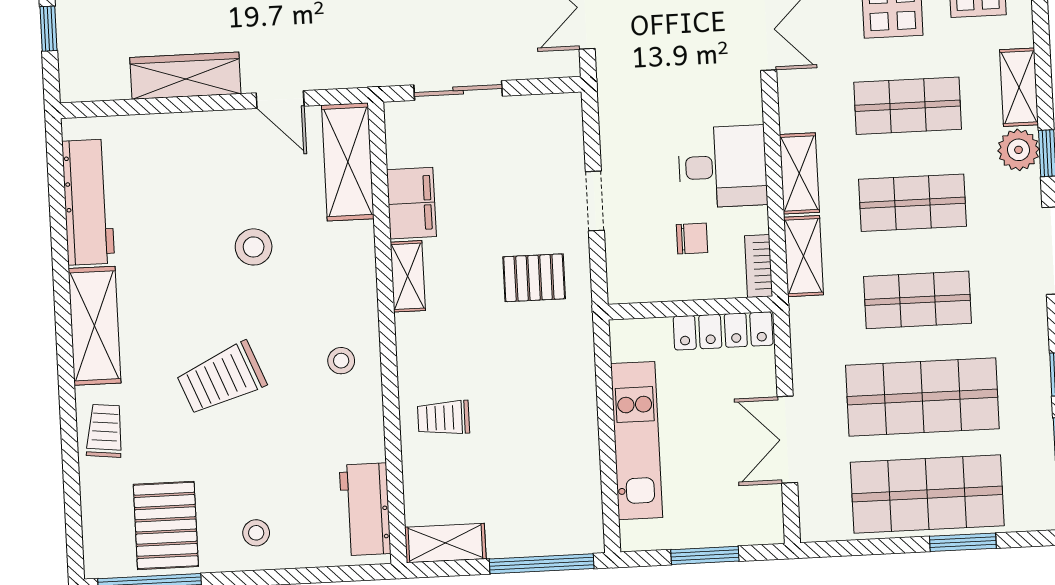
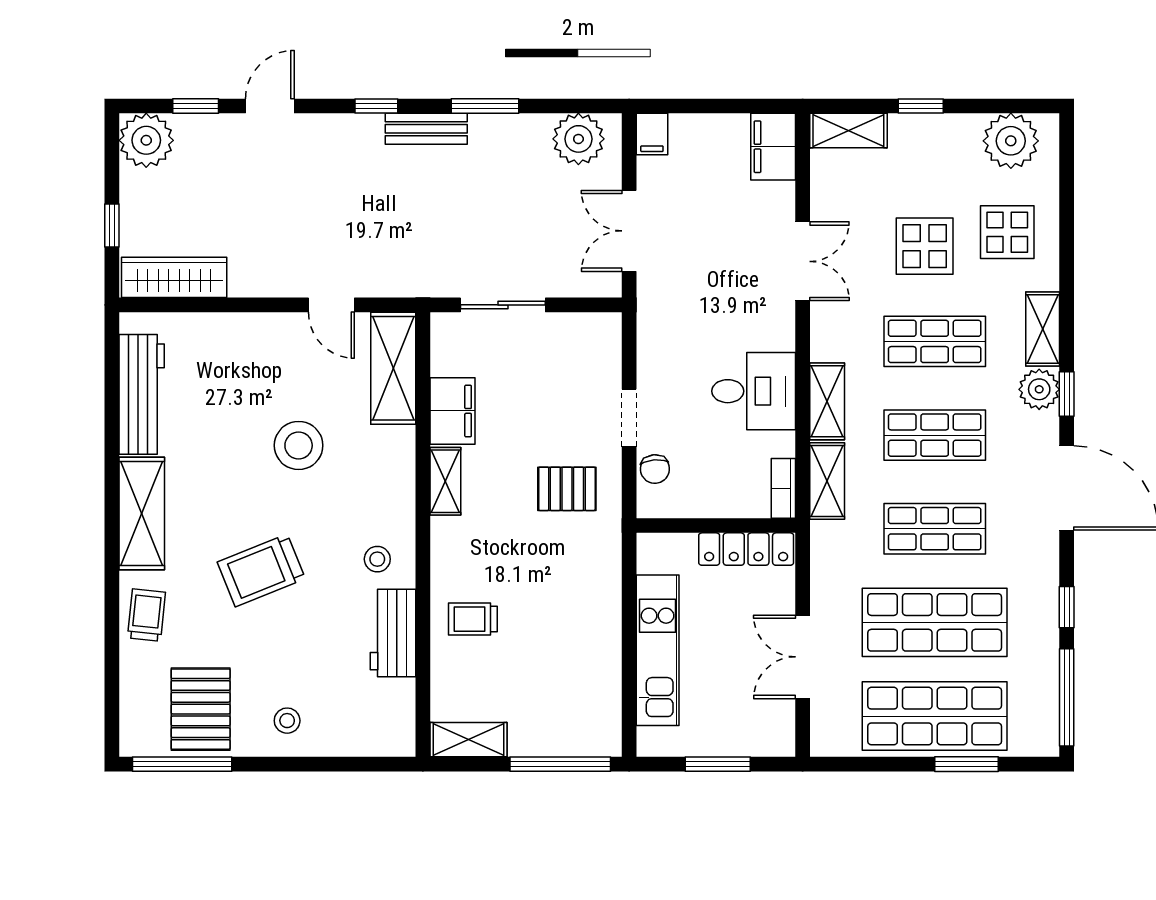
wardrobe: (185, 76) -> (174, 277), moved
chair: (692, 239) -> (655, 469), moved, turned 85
stool: (254, 247) -> (299, 445), width x1.38, depth x1.38
workbench: (365, 509) -> (393, 633), moved

